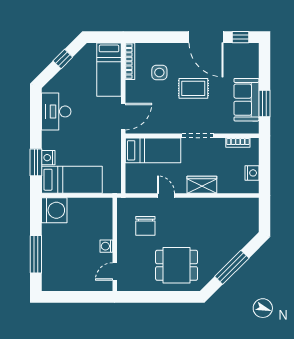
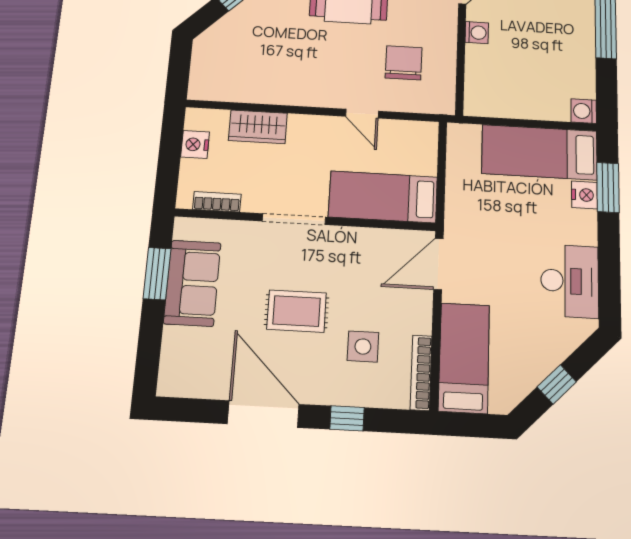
window: (240, 37) -> (347, 418), moved
wardrobe: (202, 185) -> (258, 127), moved
washing machine: (54, 210) -> (584, 111), width x0.53, depth x0.53

